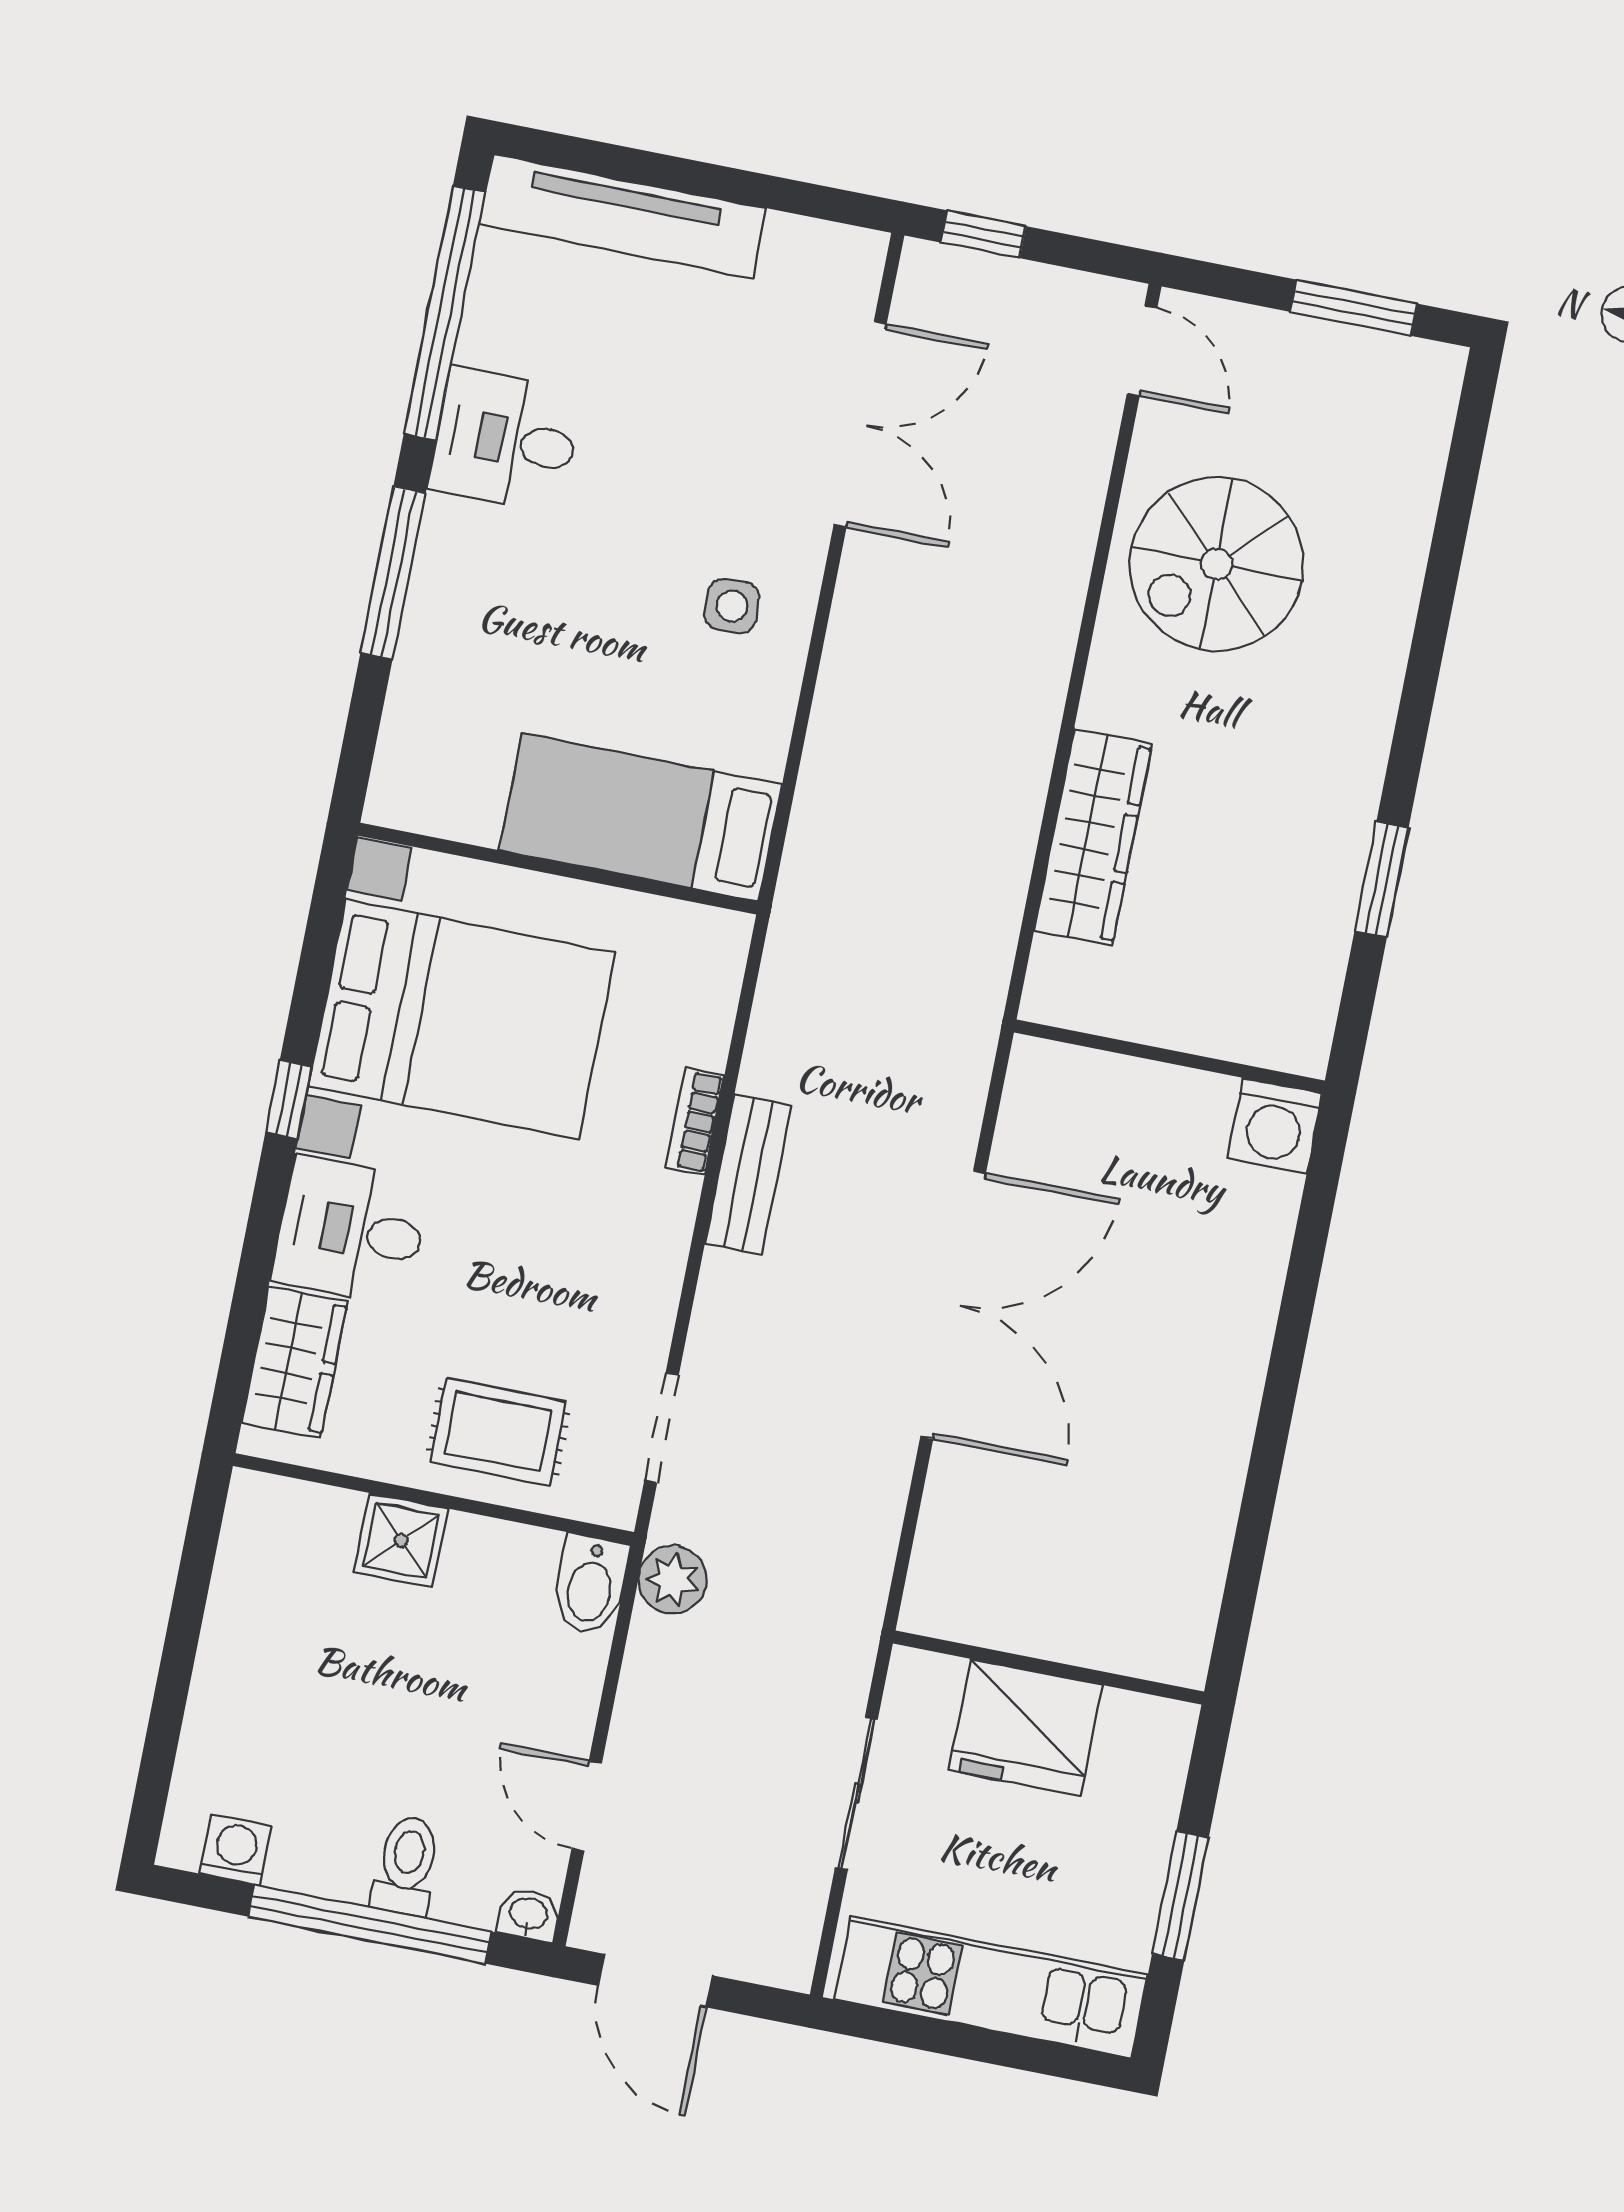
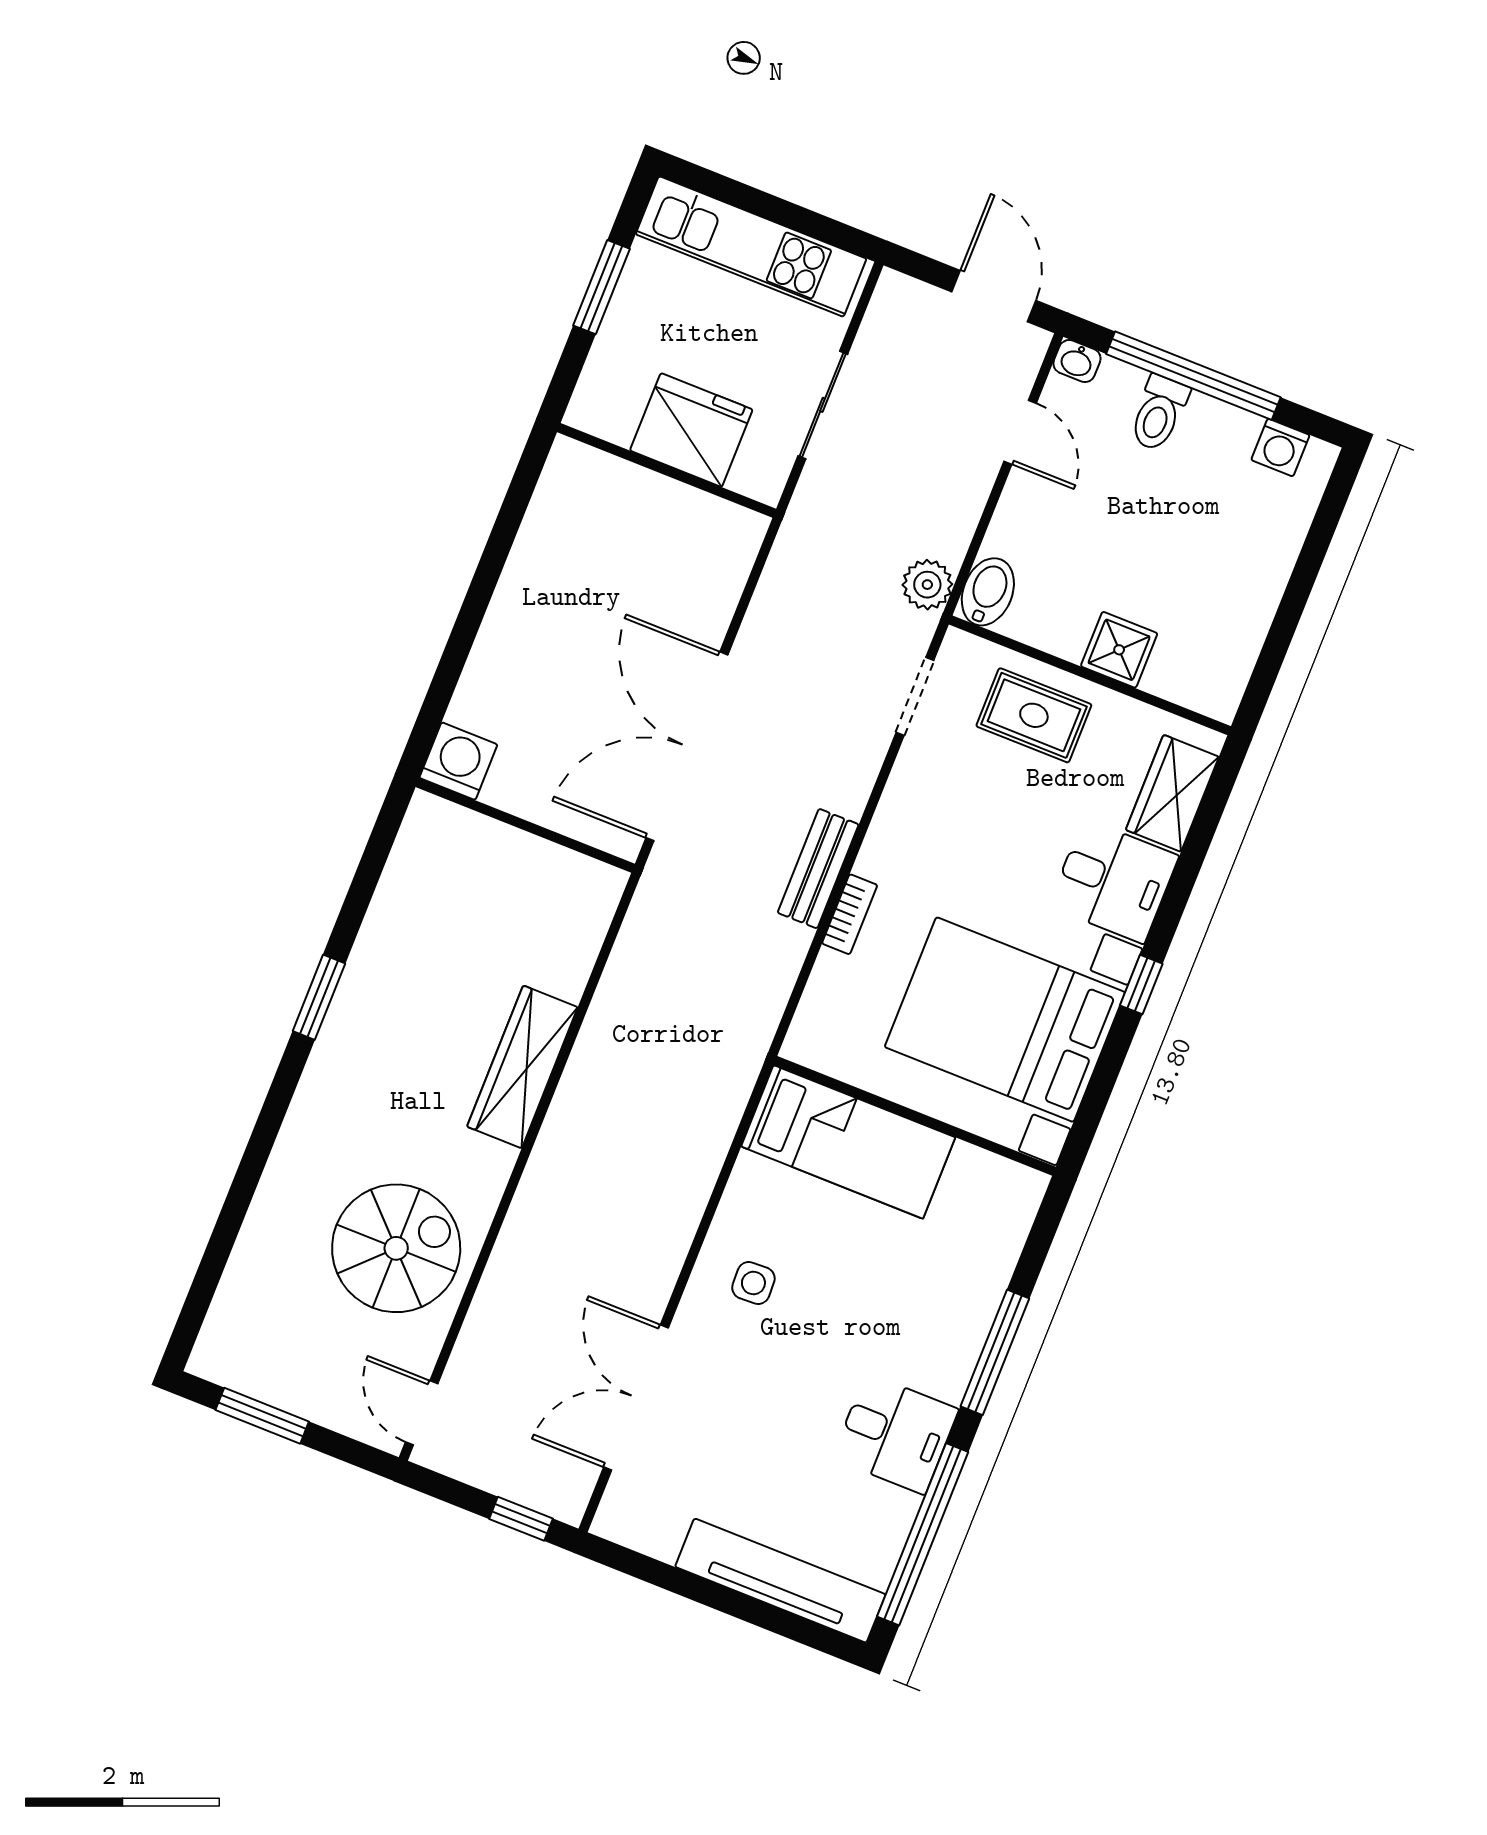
wall: (1169, 1057) -> (525, 825), moved
washing machine: (1274, 1126) -> (458, 761), moved

